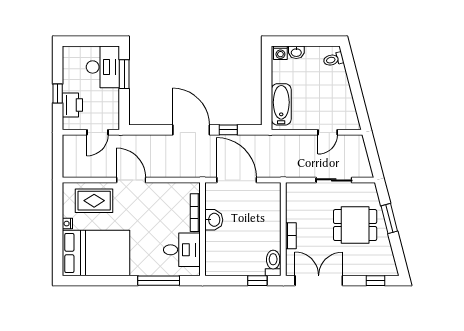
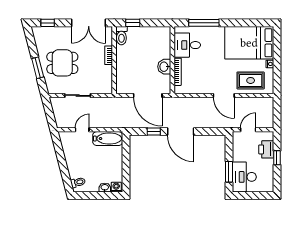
bathtub: (281, 104) -> (108, 139), moved, turned -90

